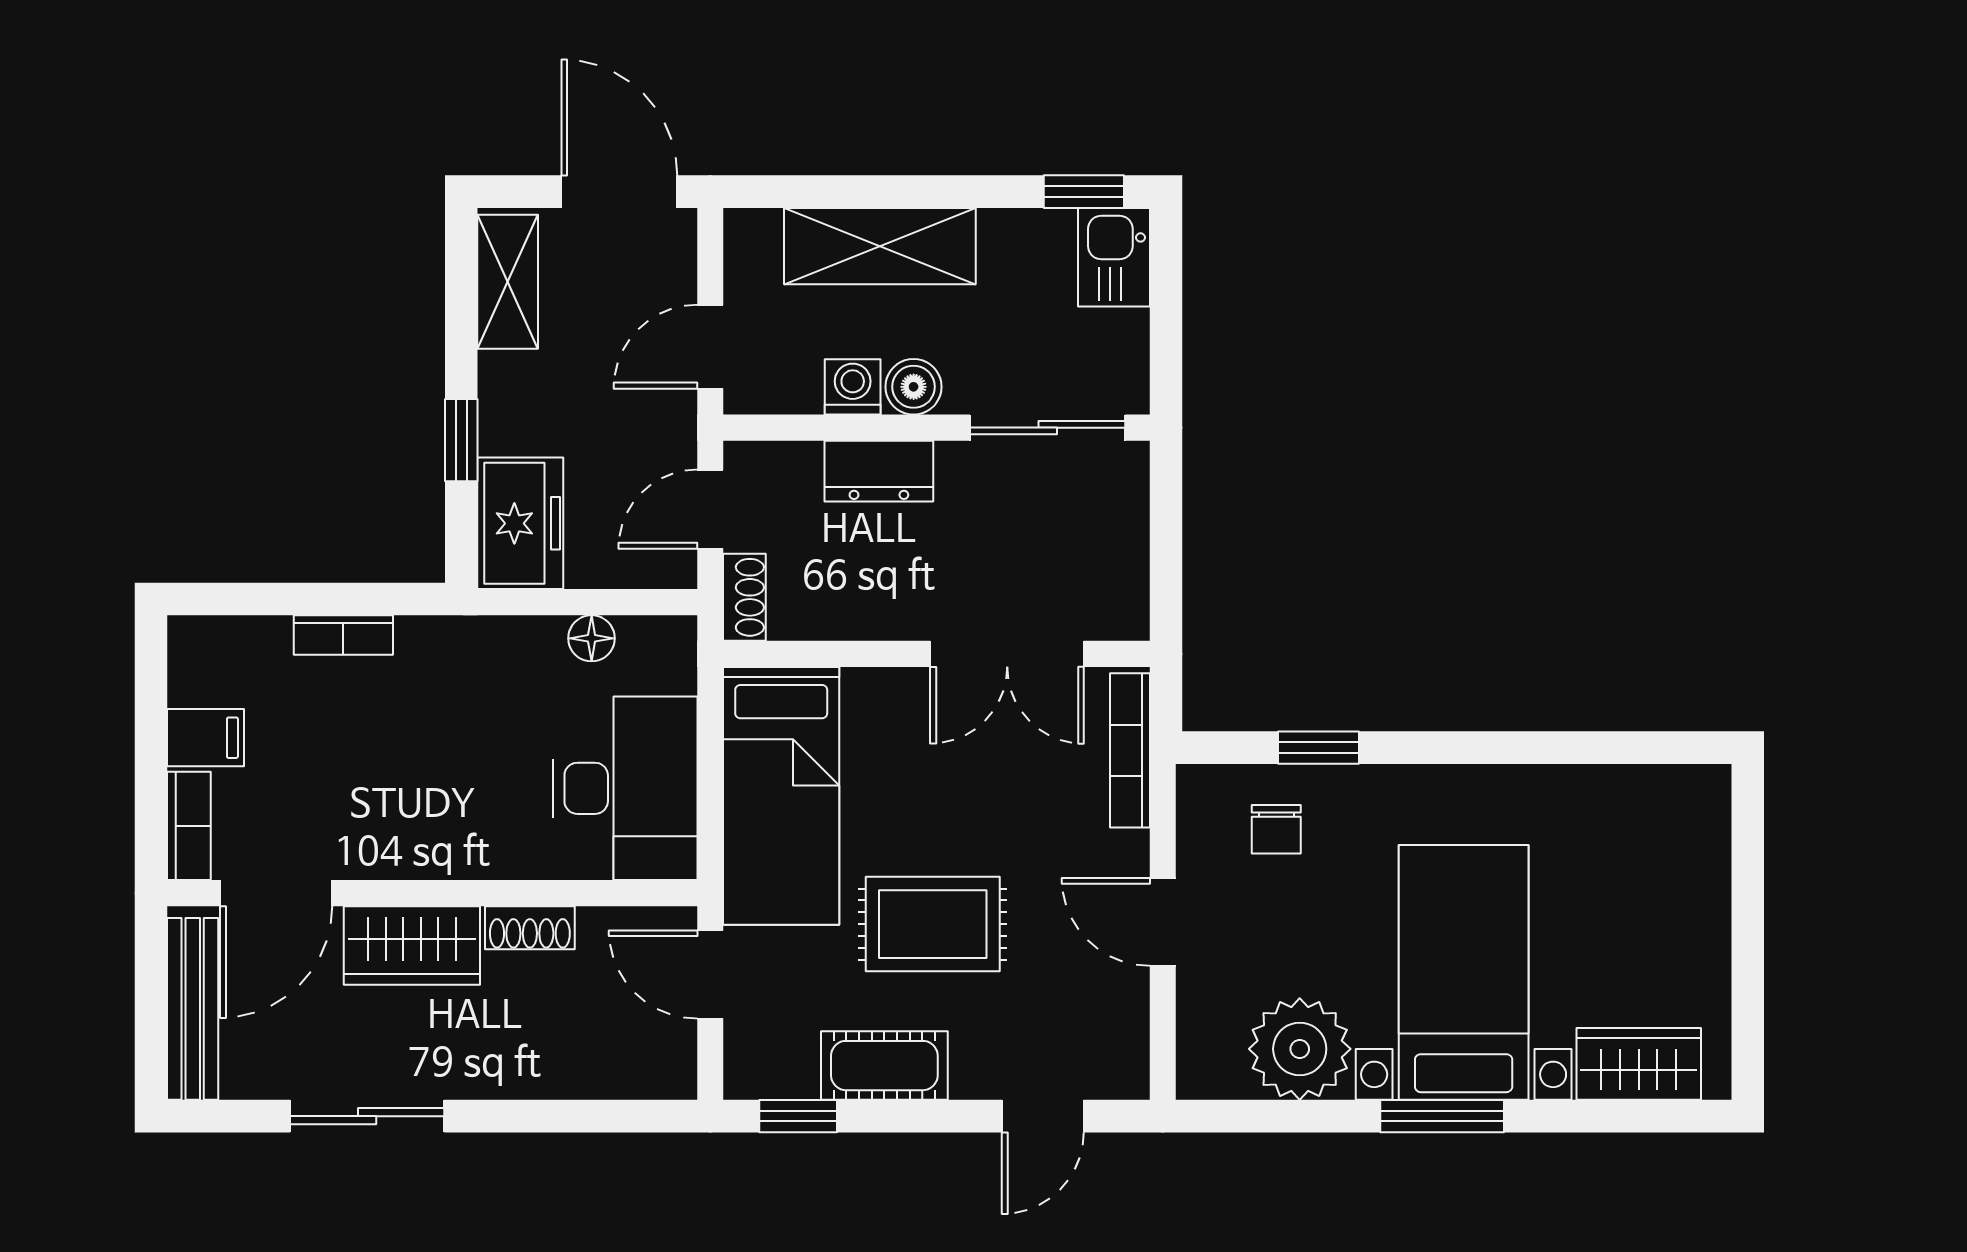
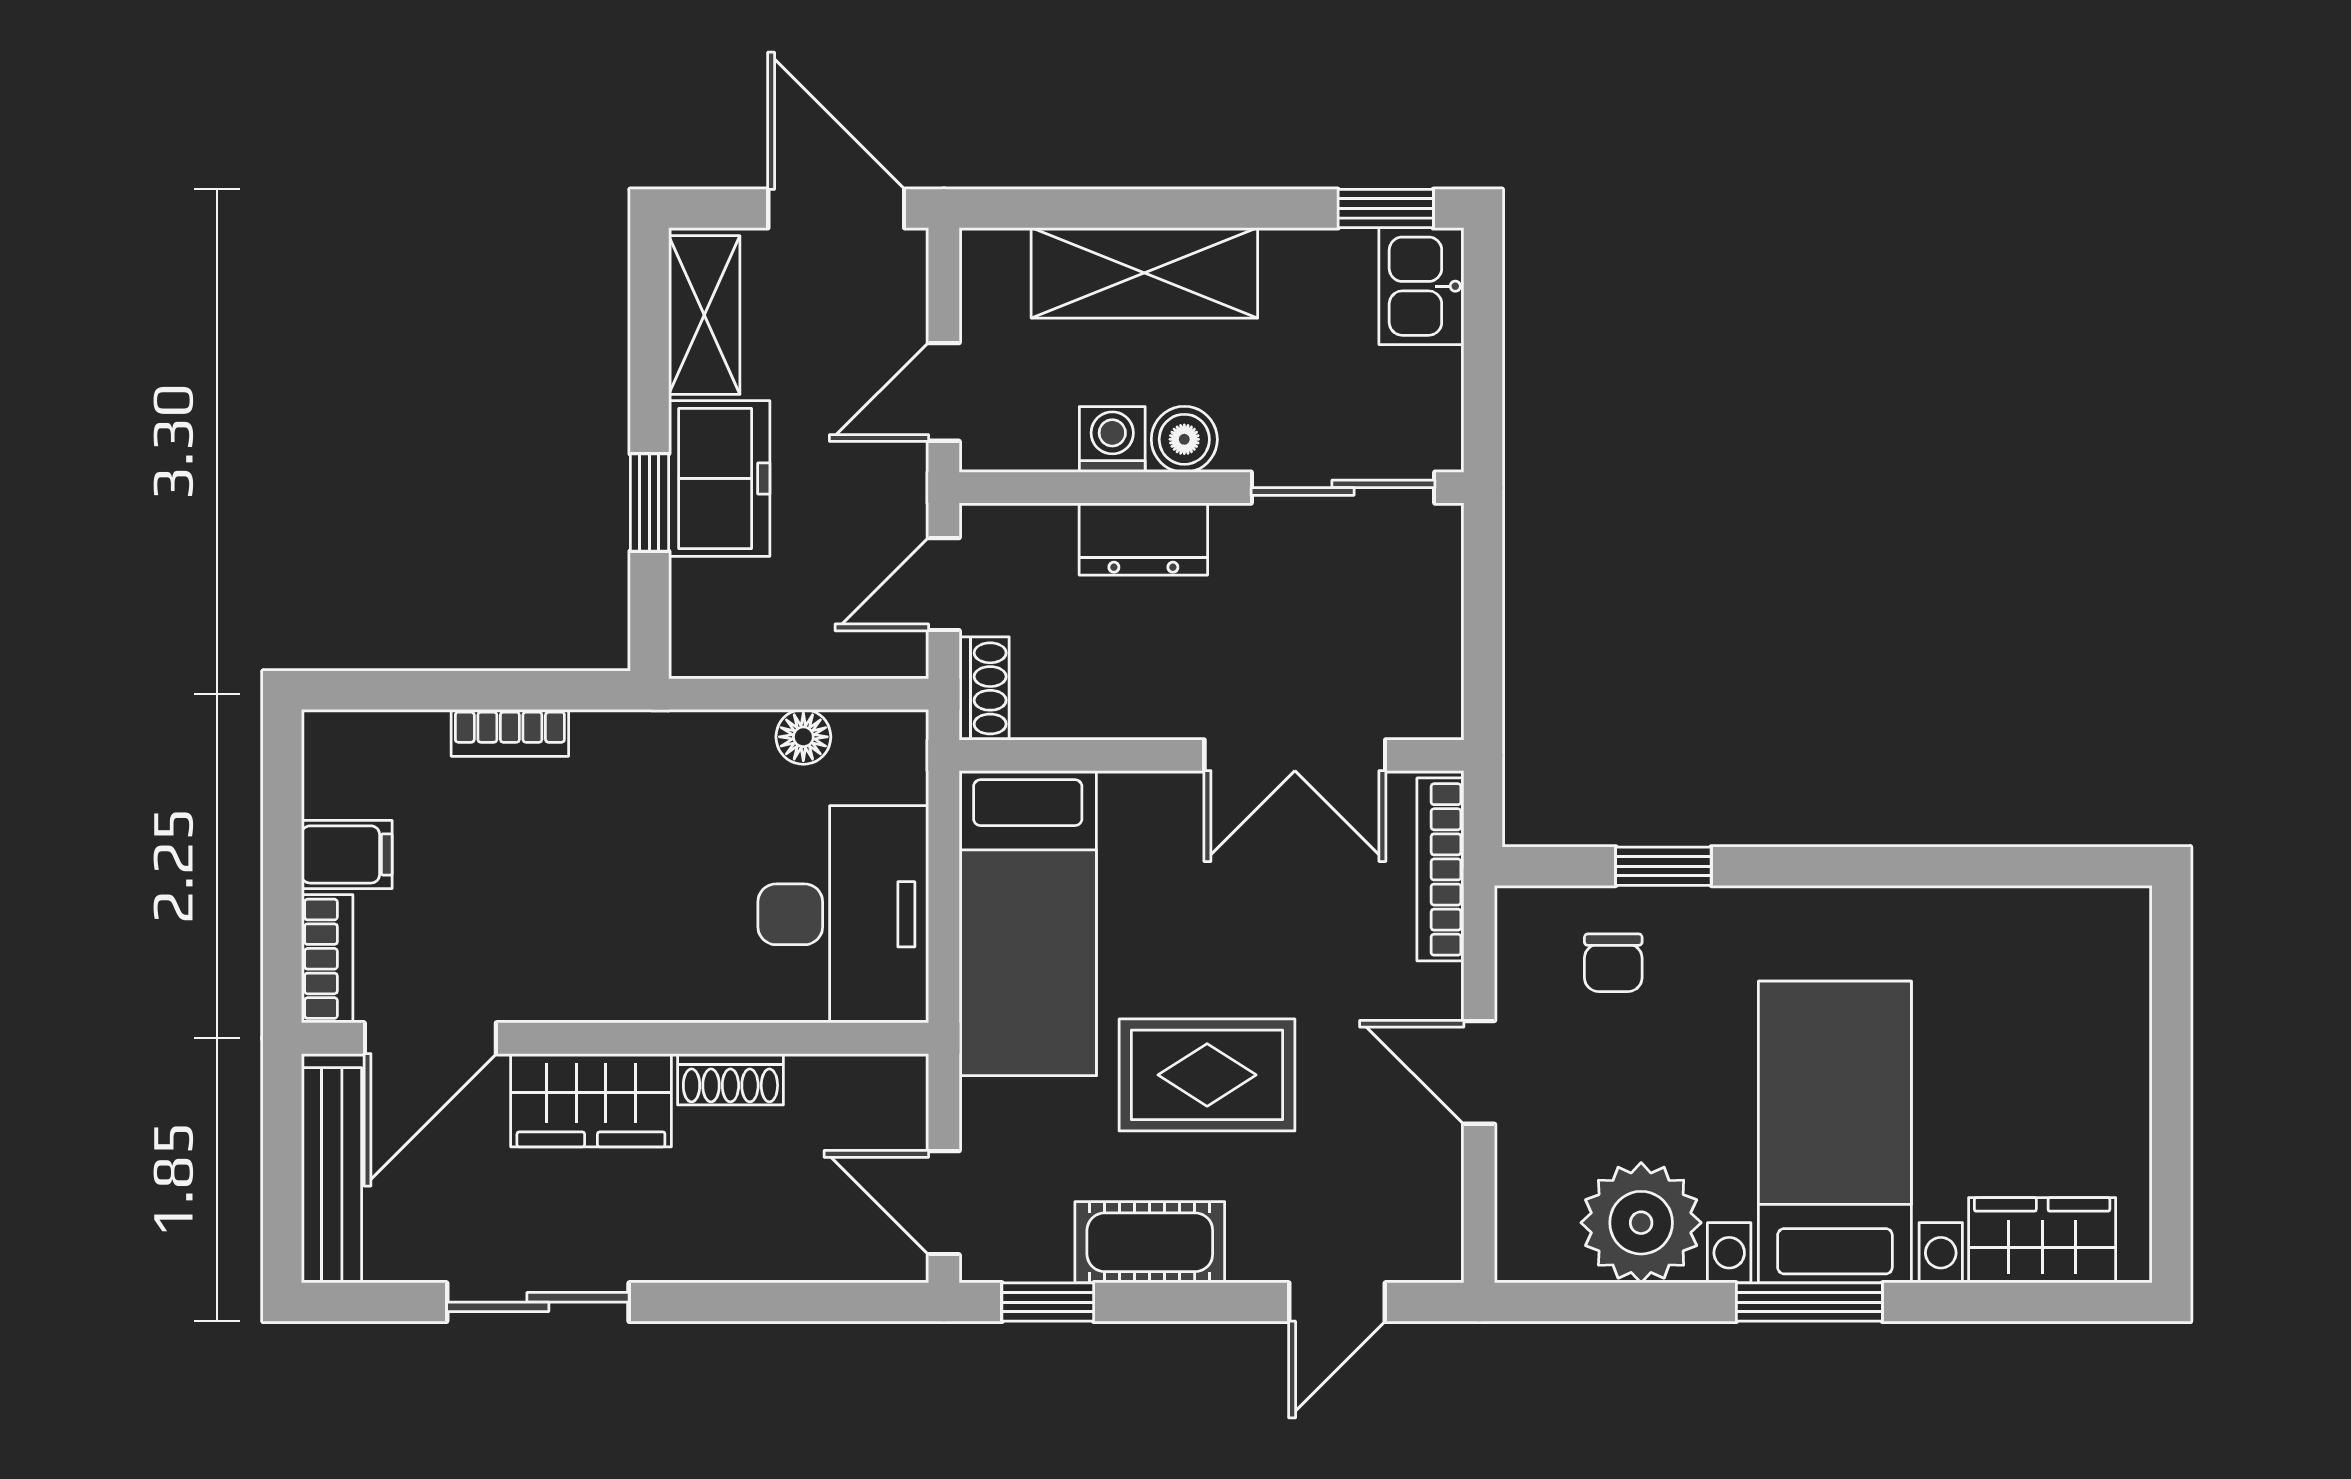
freezer: (520, 523) -> (719, 478), moved
door: (710, 975) -> (944, 1203), moved

